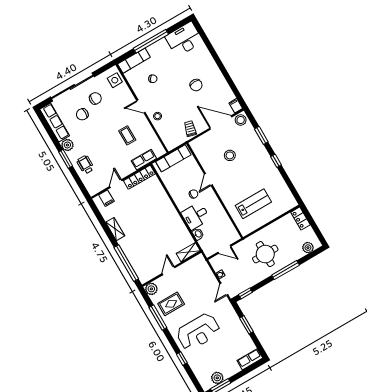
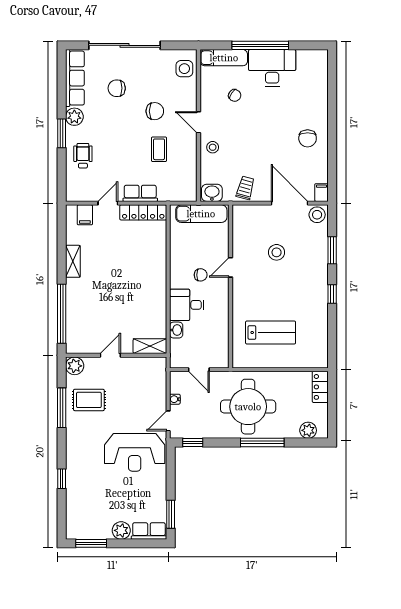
desk: (184, 39) -> (272, 68), moved
chair: (196, 85) -> (308, 138), moved
chair: (95, 98) -> (155, 111), moved
washbasin: (172, 143) -> (212, 193), added
row of seats: (144, 160) -> (140, 193), moved
round table: (265, 254) -> (248, 407), width x1.36, depth x1.36
window: (246, 325) -> (171, 514), moved
reception desk: (198, 332) -> (135, 452), moved
plant: (217, 378) -> (121, 530), moved

